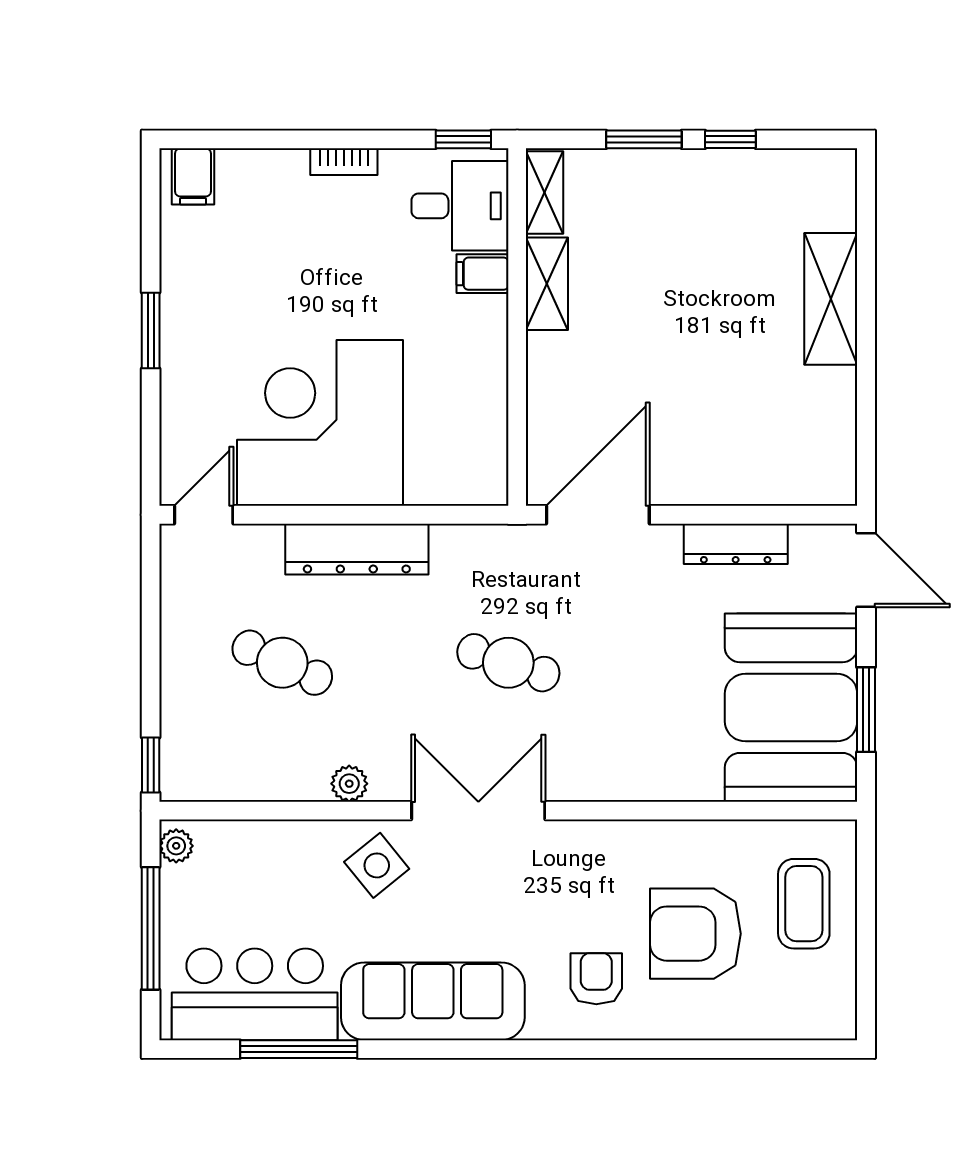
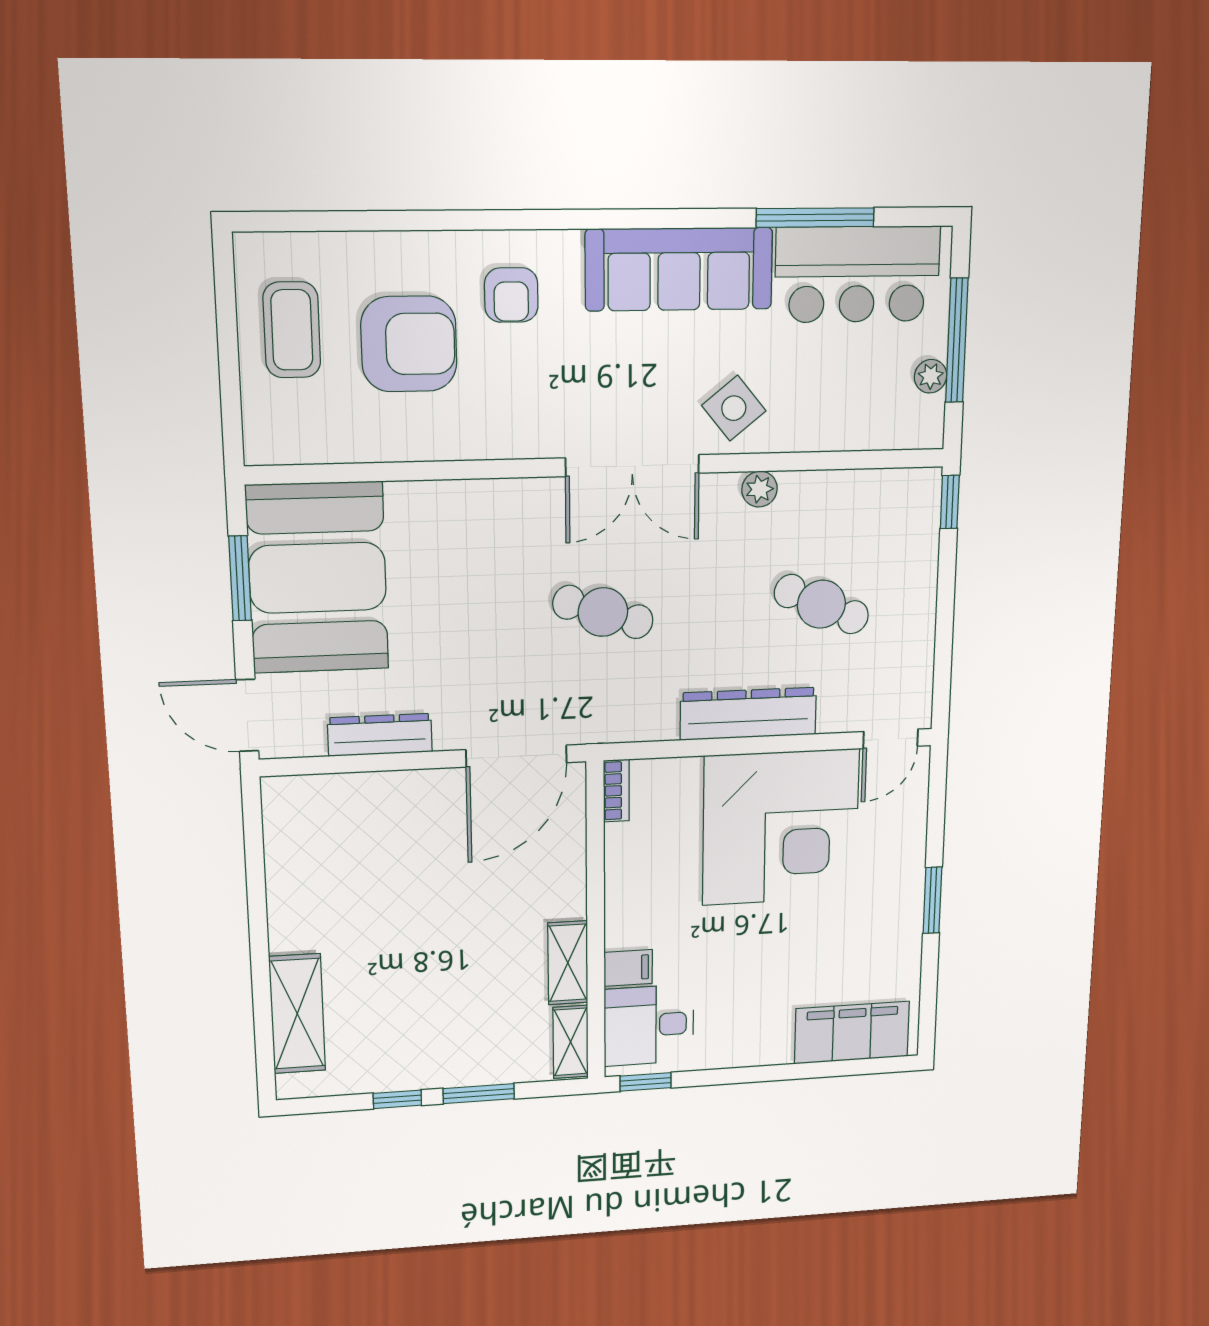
bookcase: (344, 162) -> (616, 791), moved, turned 90
filing cabinet: (193, 176) -> (852, 1033), width x3.00, depth x1.17
shelving: (831, 299) -> (297, 1014), moved
plant: (176, 846) -> (931, 376), moved
coffee table: (804, 904) -> (292, 330), moved

